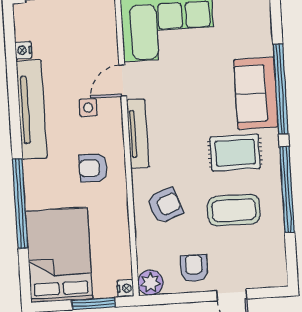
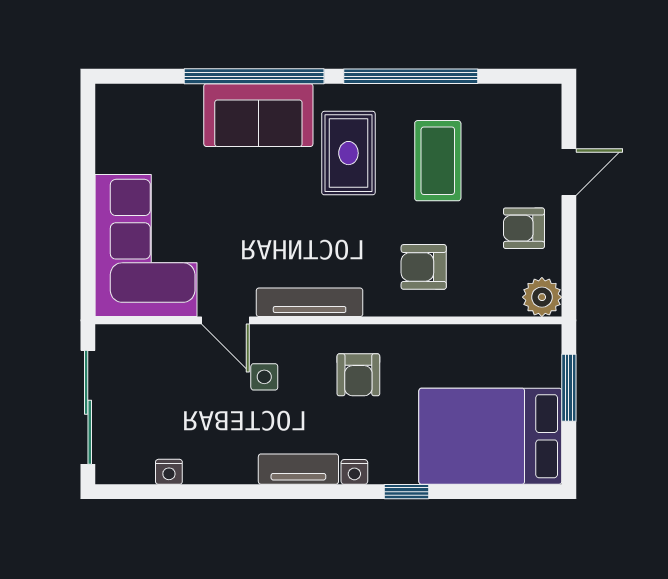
tv unit: (32, 110) -> (298, 469), width x0.52, depth x0.78
window: (20, 204) -> (406, 492), width x0.32
armchair: (165, 205) -> (424, 267), turned -70
nightstand: (125, 288) -> (354, 472), moved, turned 180

